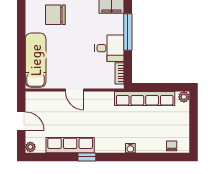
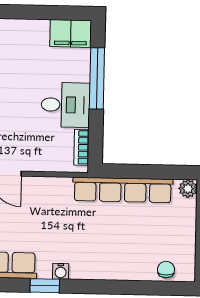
water cooler: (130, 148) -> (61, 271), moved
window: (87, 157) -> (45, 286), moved

